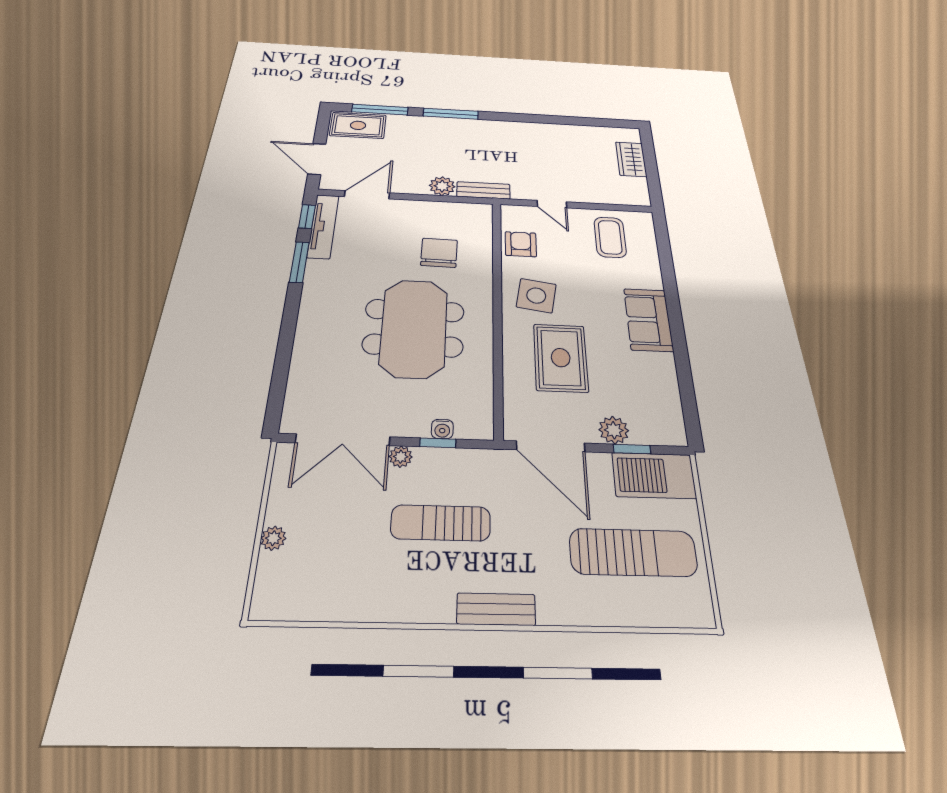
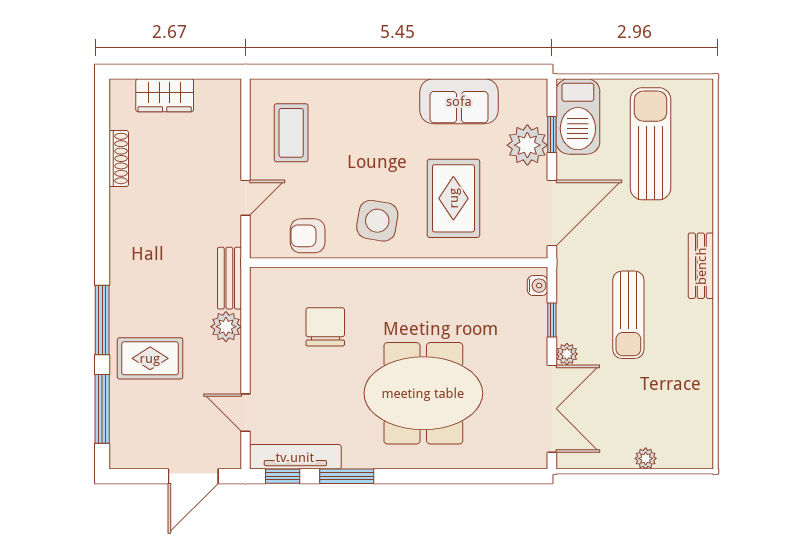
rug: (358, 125) -> (150, 358), moved, turned 90
shoe rack: (578, 130) -> (119, 158), added
door: (367, 195) -> (245, 413), width x0.73
coffee table: (610, 237) -> (291, 133), turned 90
chair: (439, 253) -> (325, 327), turned 89
sofa: (648, 320) -> (459, 101), moved
meeting table: (414, 328) -> (423, 393), moved
rug: (561, 358) -> (453, 198), turned 90
water cooler: (442, 429) -> (537, 286), moved
plant: (614, 430) -> (527, 145), width x1.36, depth x1.36

